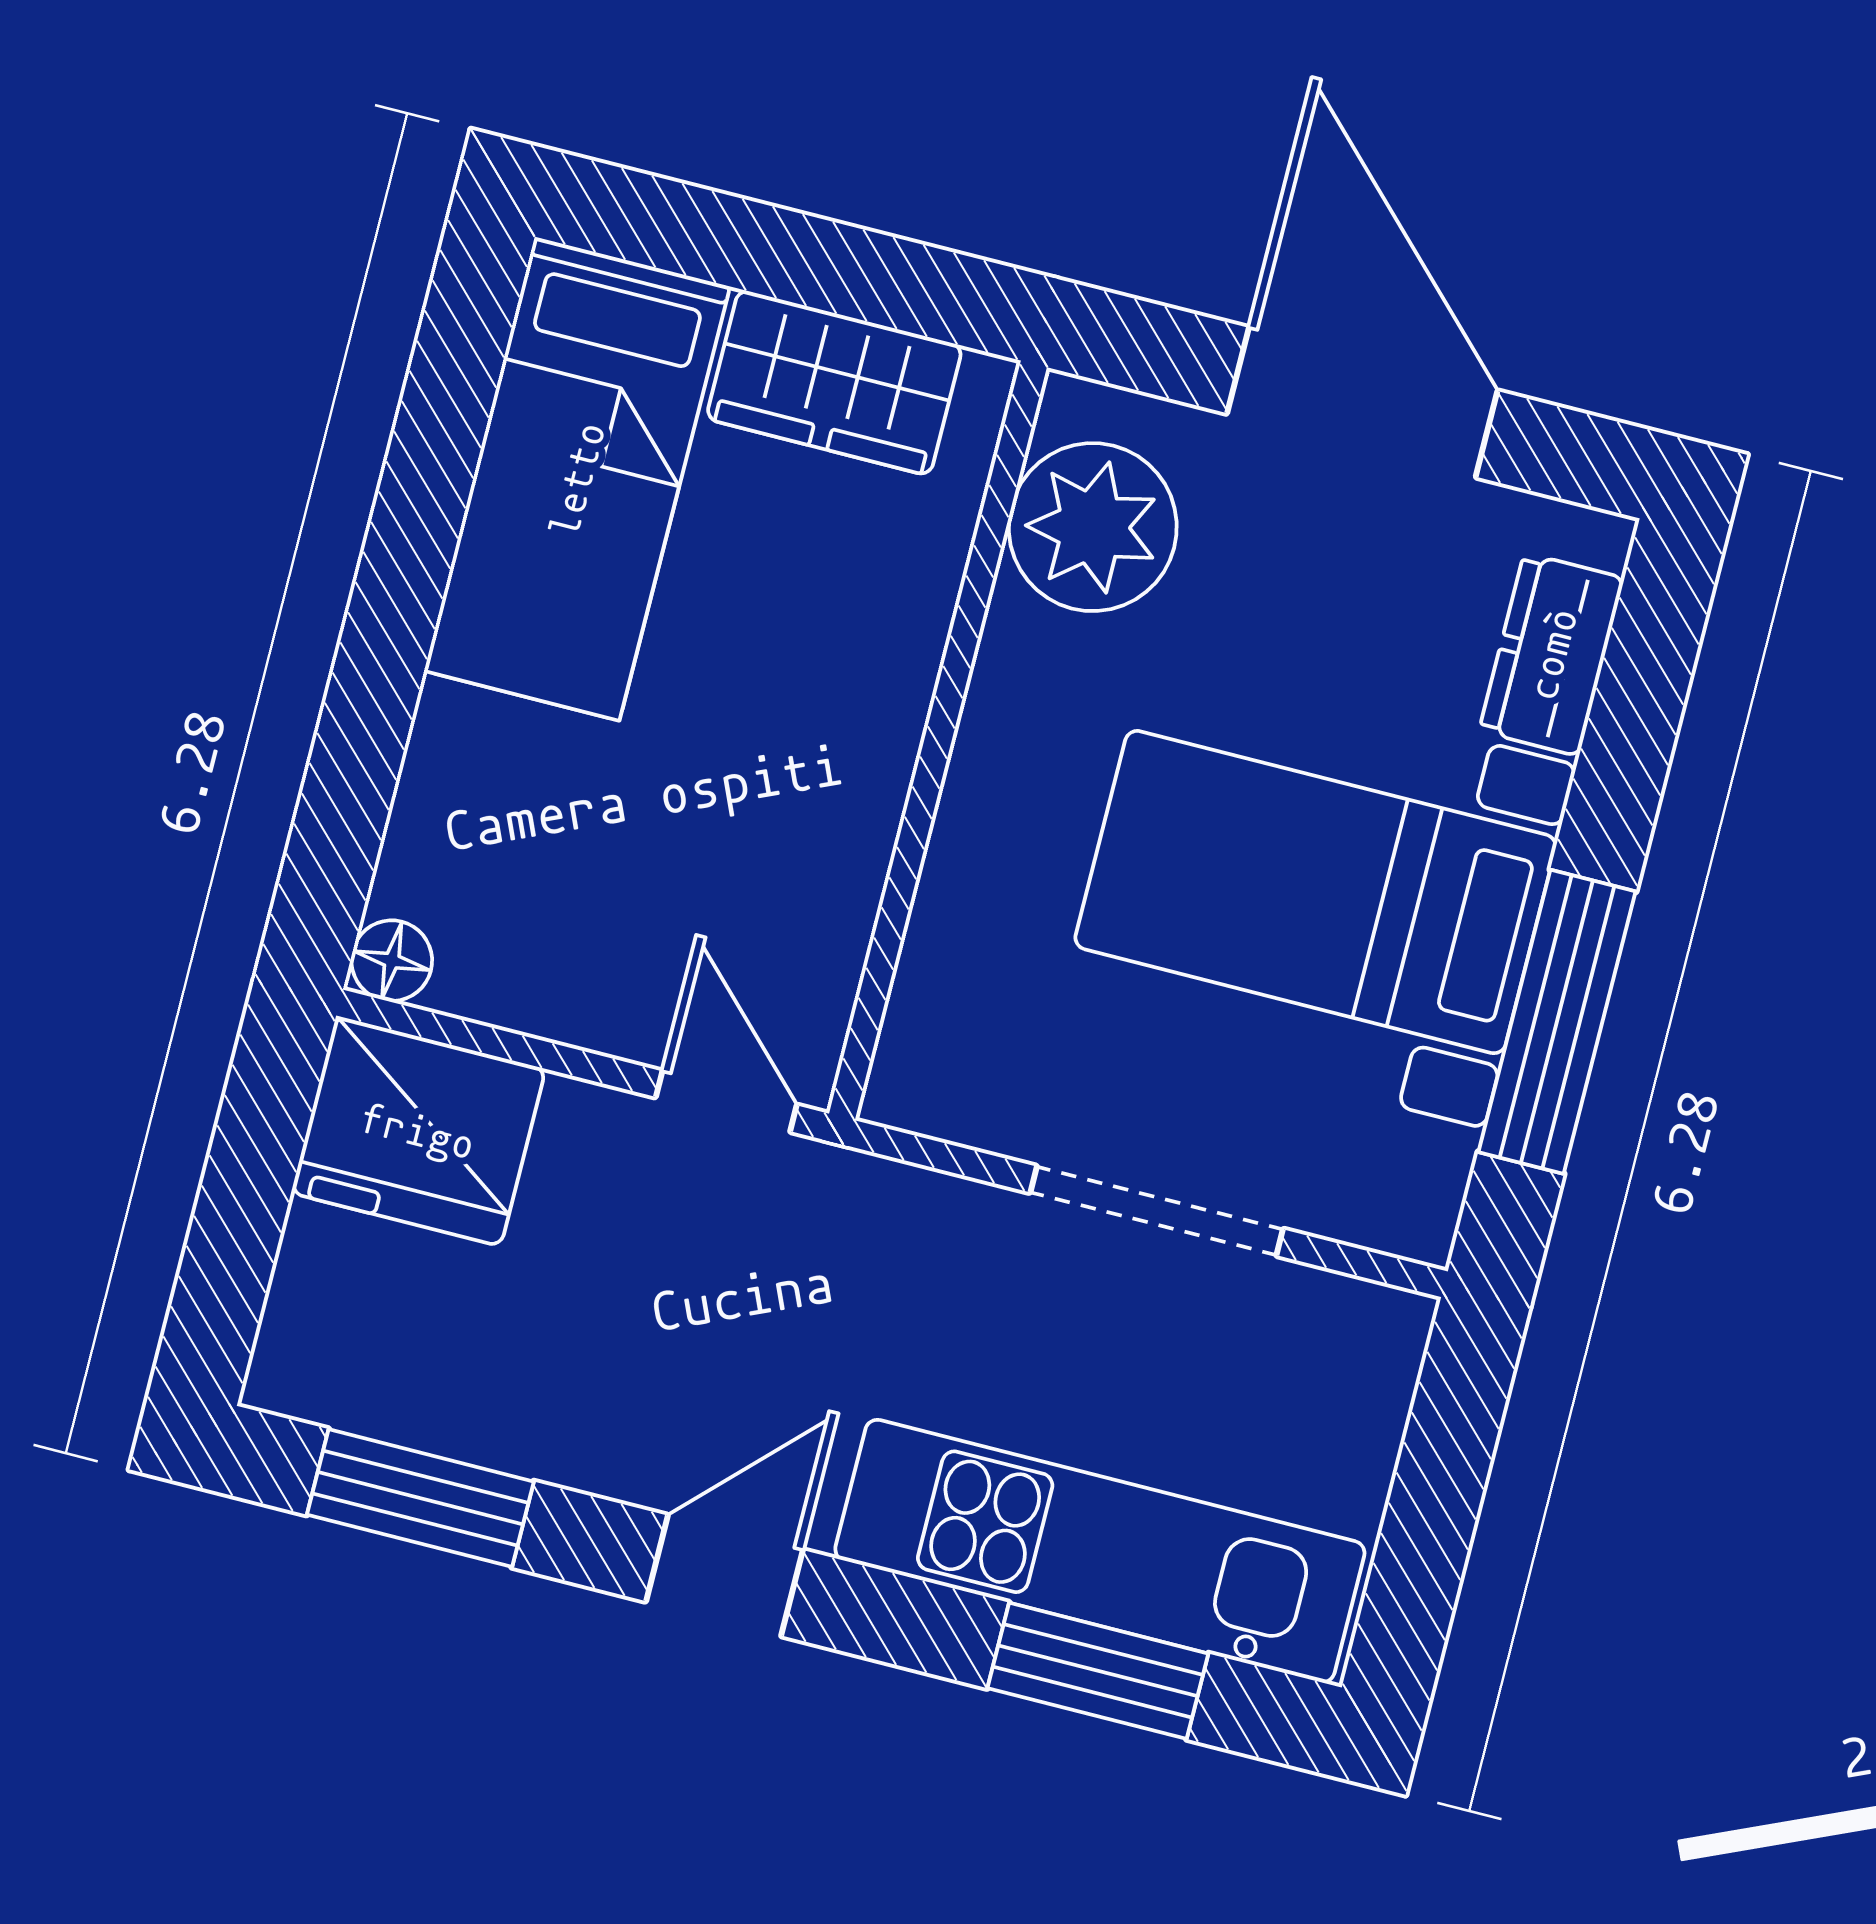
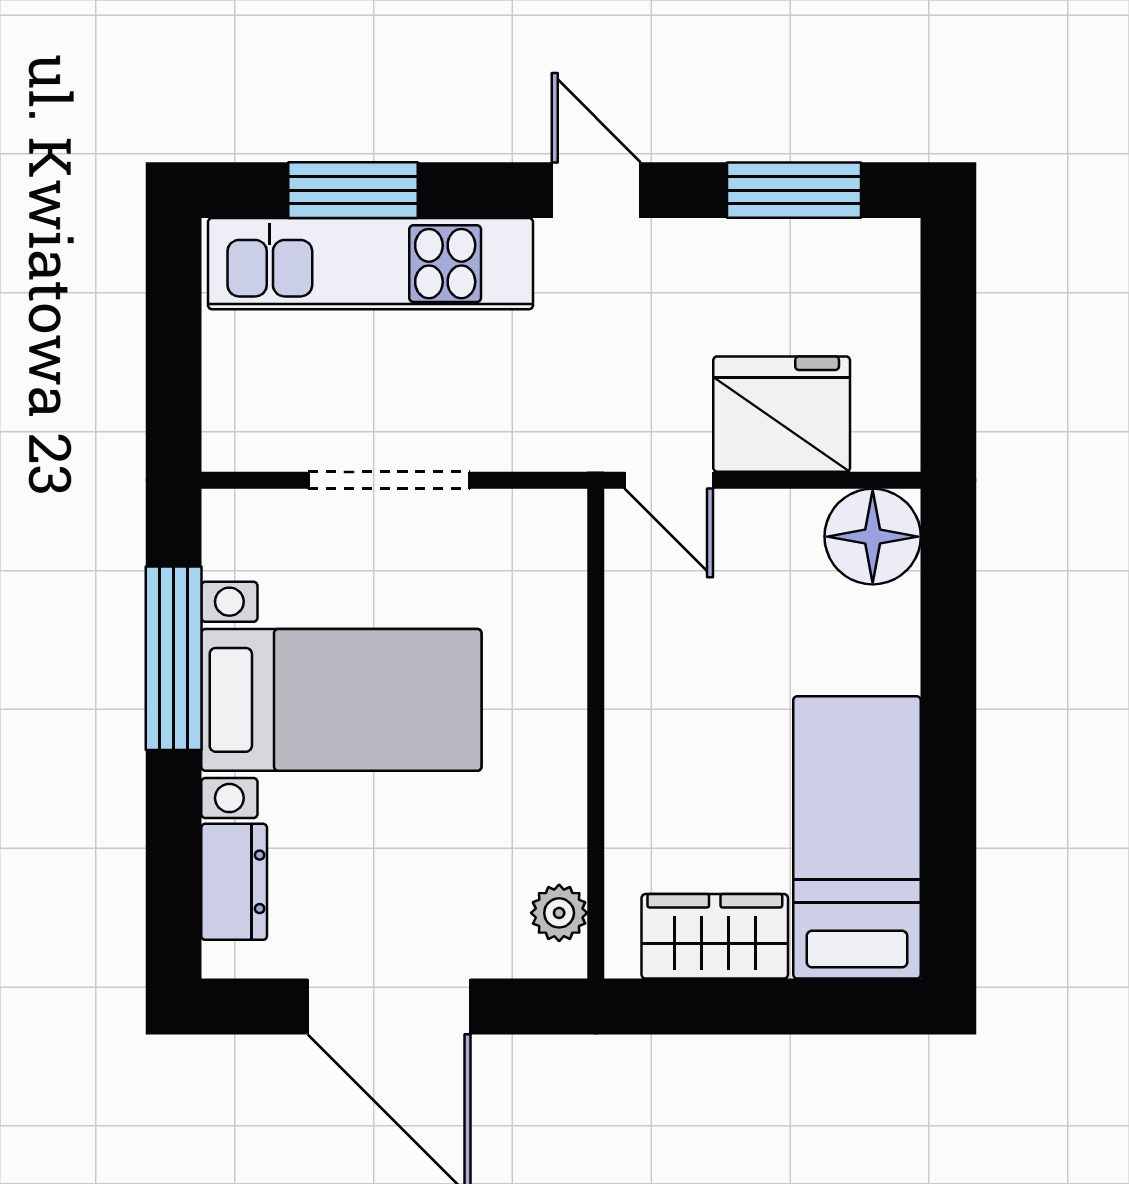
plant: (1093, 527) -> (559, 913), width x0.53, depth x0.53
floor lamp: (392, 961) -> (873, 537), width x1.89, depth x1.89
fridge: (418, 1131) -> (782, 414), moved
door: (724, 1576) -> (596, 190), swing flipped

